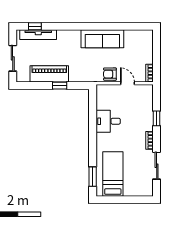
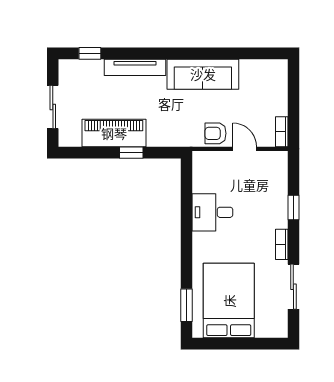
tv unit: (38, 35) -> (135, 67), moved
bed: (113, 174) -> (229, 301), width x1.50

